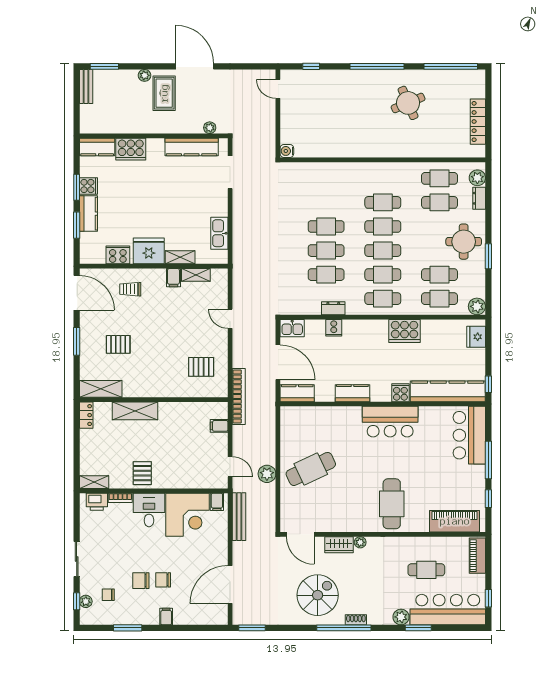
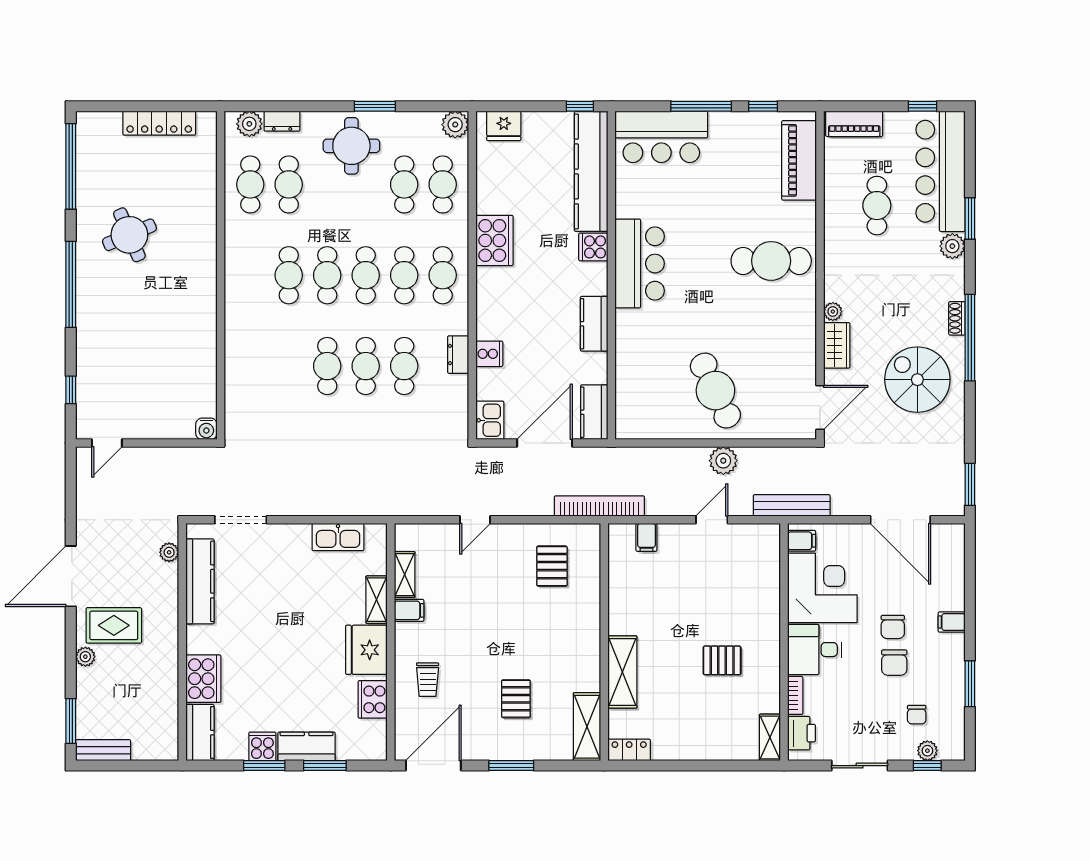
shelving: (94, 482) -> (770, 737), moved
wall: (154, 491) -> (784, 642), moved
bookcase: (120, 498) -> (795, 695), moved
printer: (97, 502) -> (802, 733), moved
filing cabinet: (217, 502) -> (802, 541), moved
desk: (149, 510) -> (815, 650), moved
corner desk: (188, 515) -> (822, 588), moved

